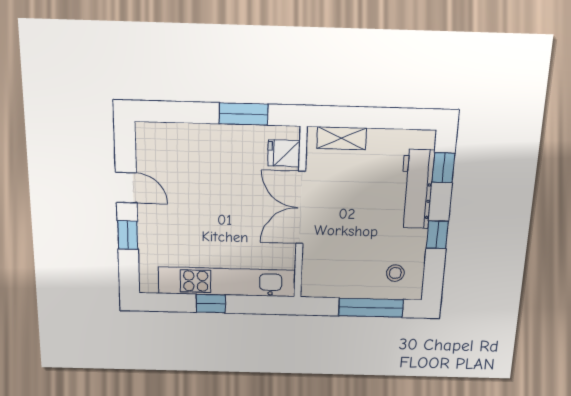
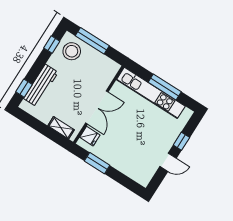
door: (126, 188) -> (168, 162), swing flipped
window: (437, 235) -> (52, 45), moved
stool: (395, 273) -> (72, 51), width x1.89, depth x1.89
window: (211, 304) -> (165, 87), width x2.17

